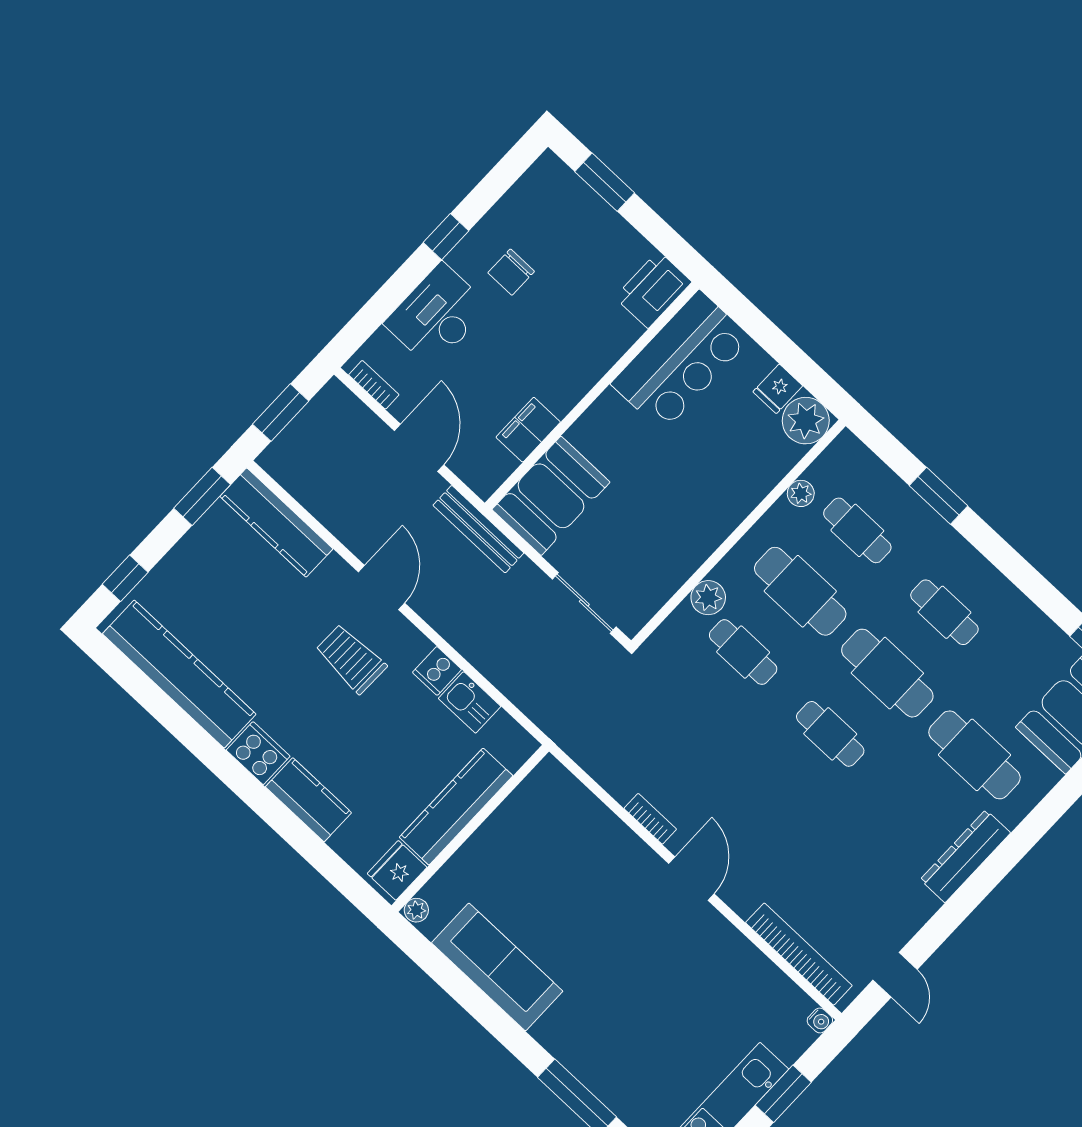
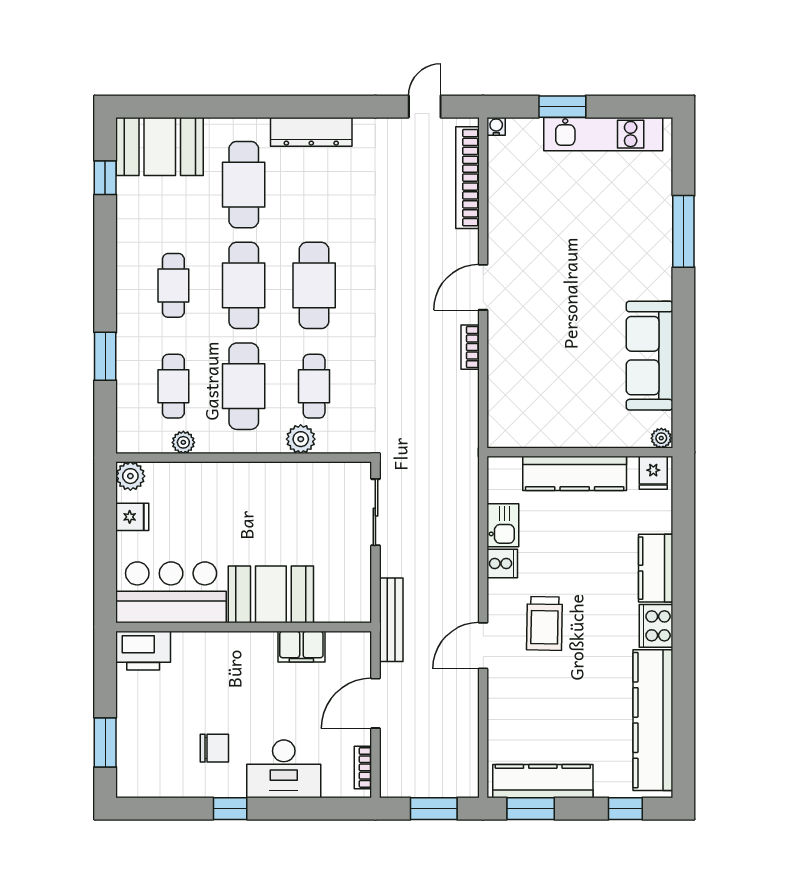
plant: (806, 421) -> (130, 476), width x0.73, depth x0.73
booth: (551, 496) -> (271, 594), moved
kitchen counter: (276, 523) -> (543, 781), moved, turned -90
cafe table: (830, 734) -> (314, 285), width x1.37, depth x1.35
fridge: (397, 870) -> (653, 473), width x0.72

